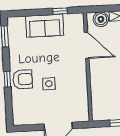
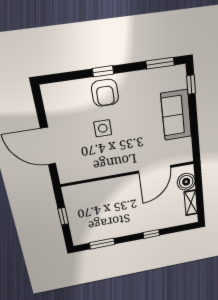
window: (60, 11) -> (191, 85), moved

